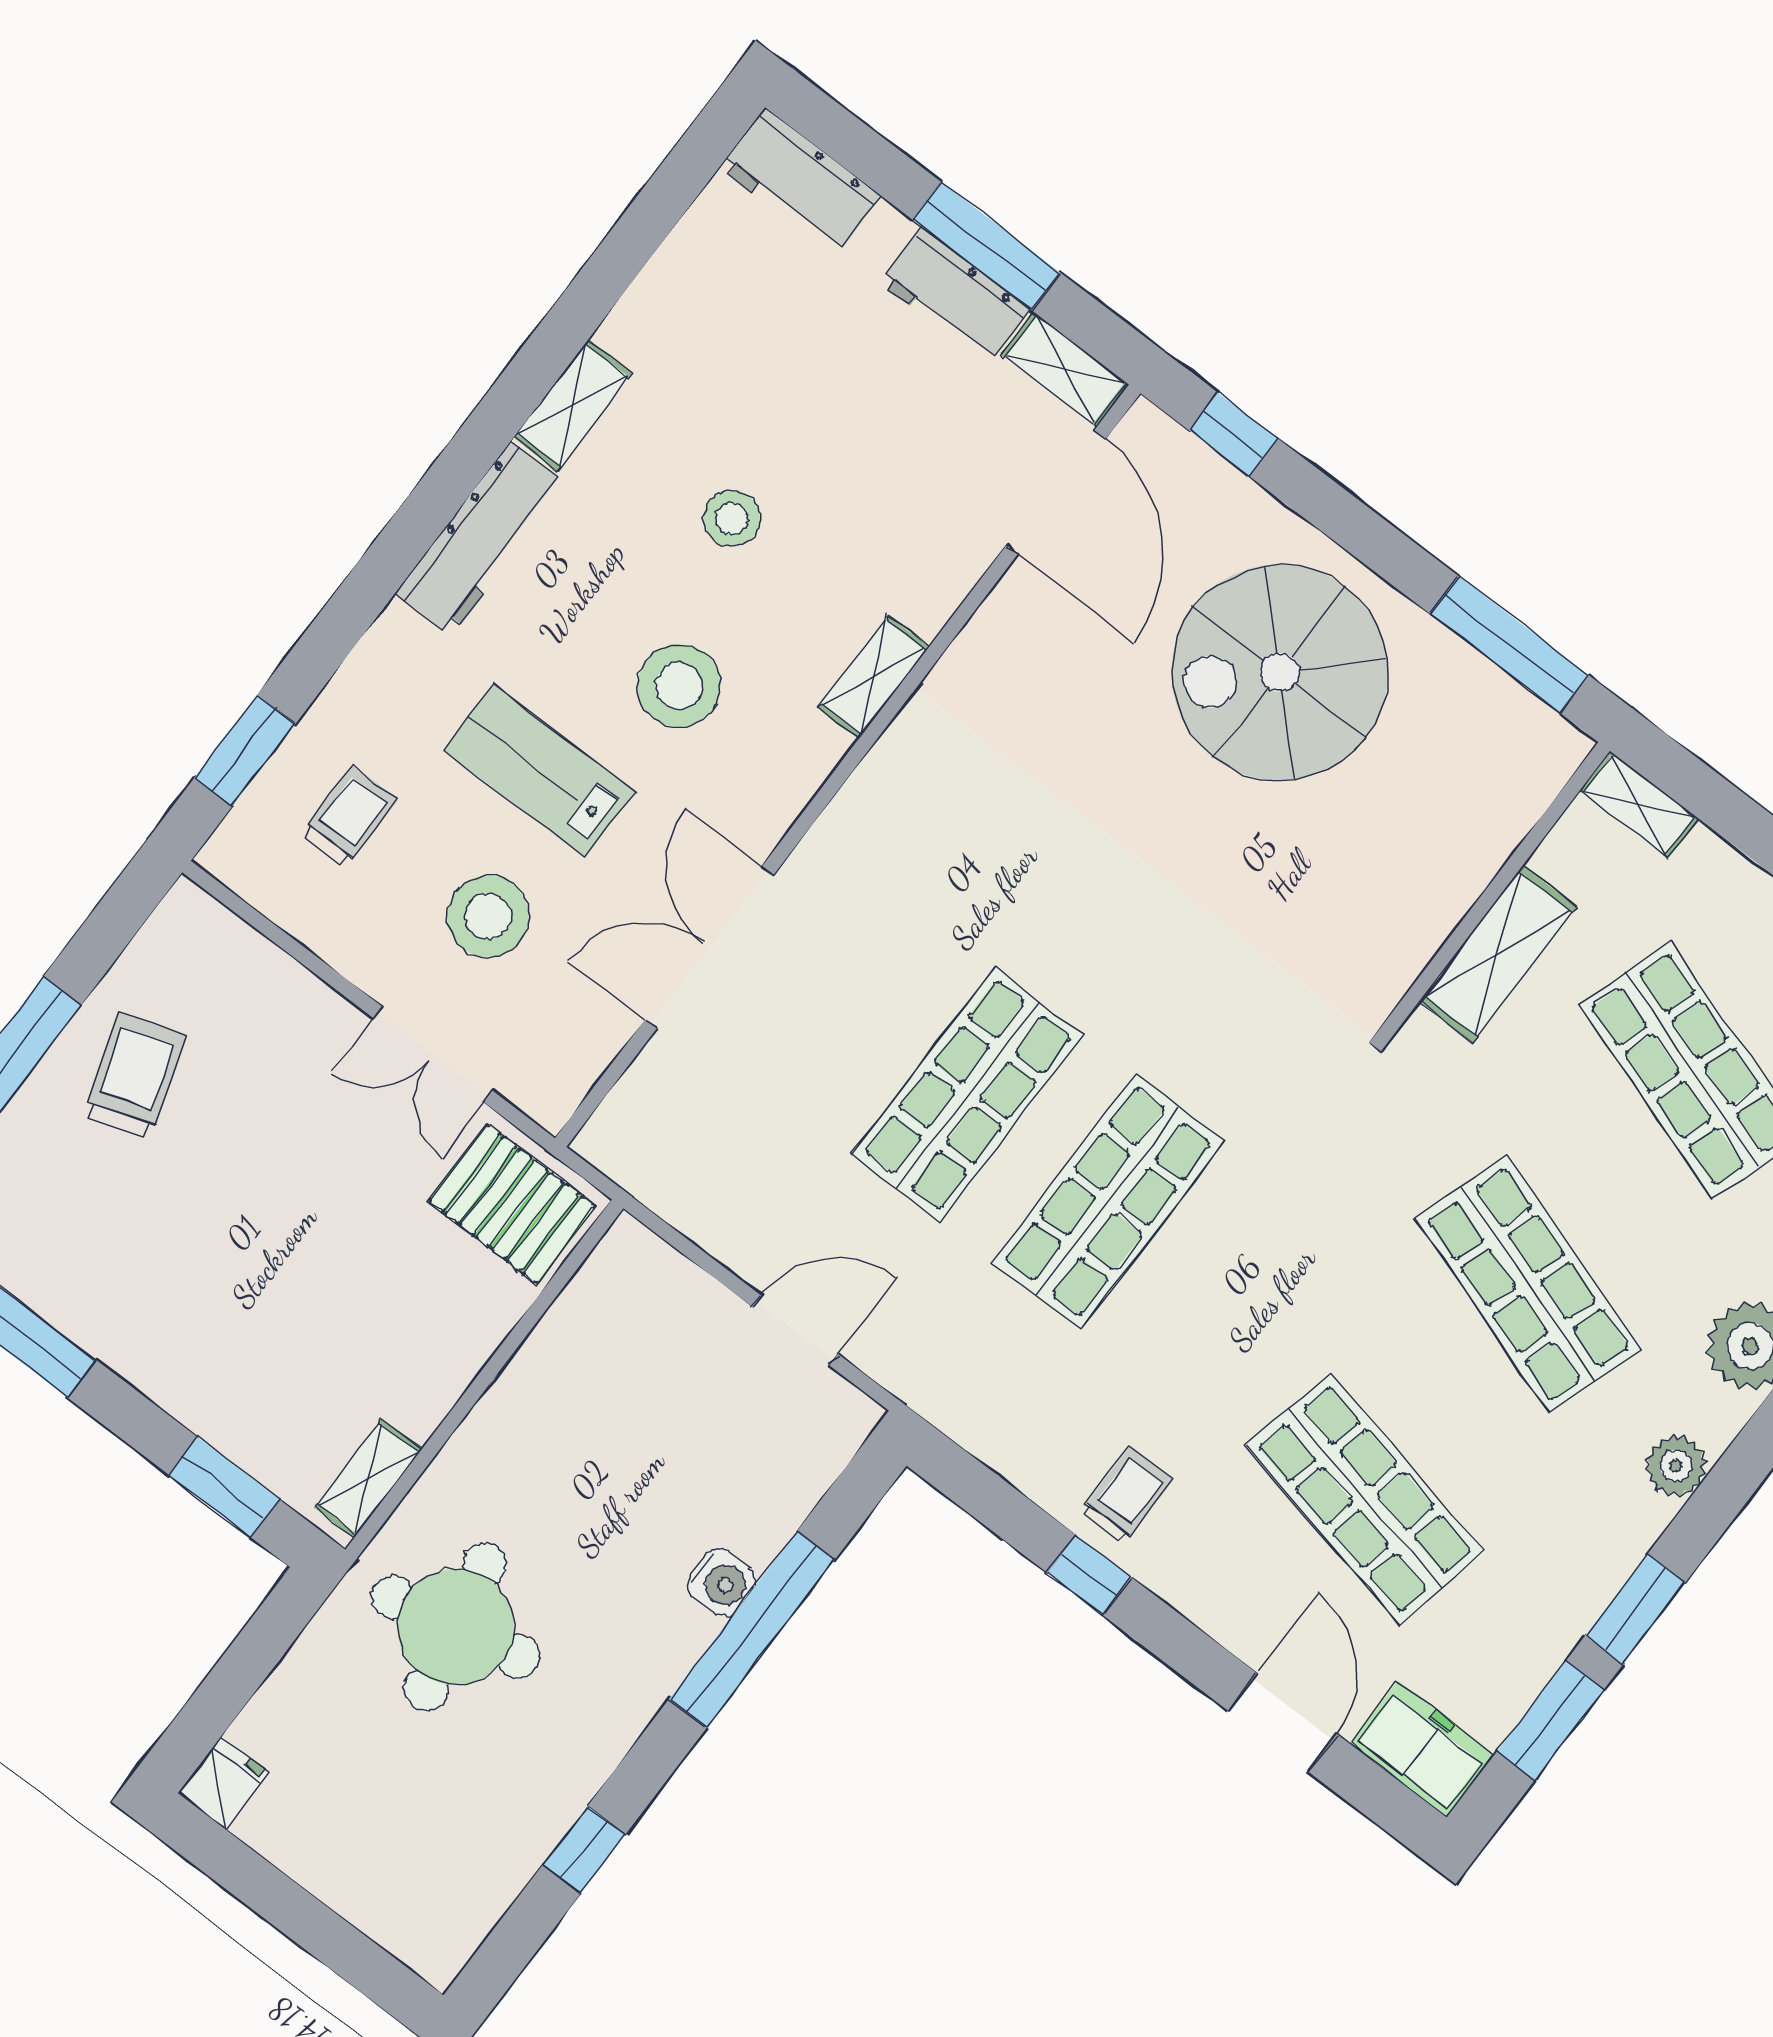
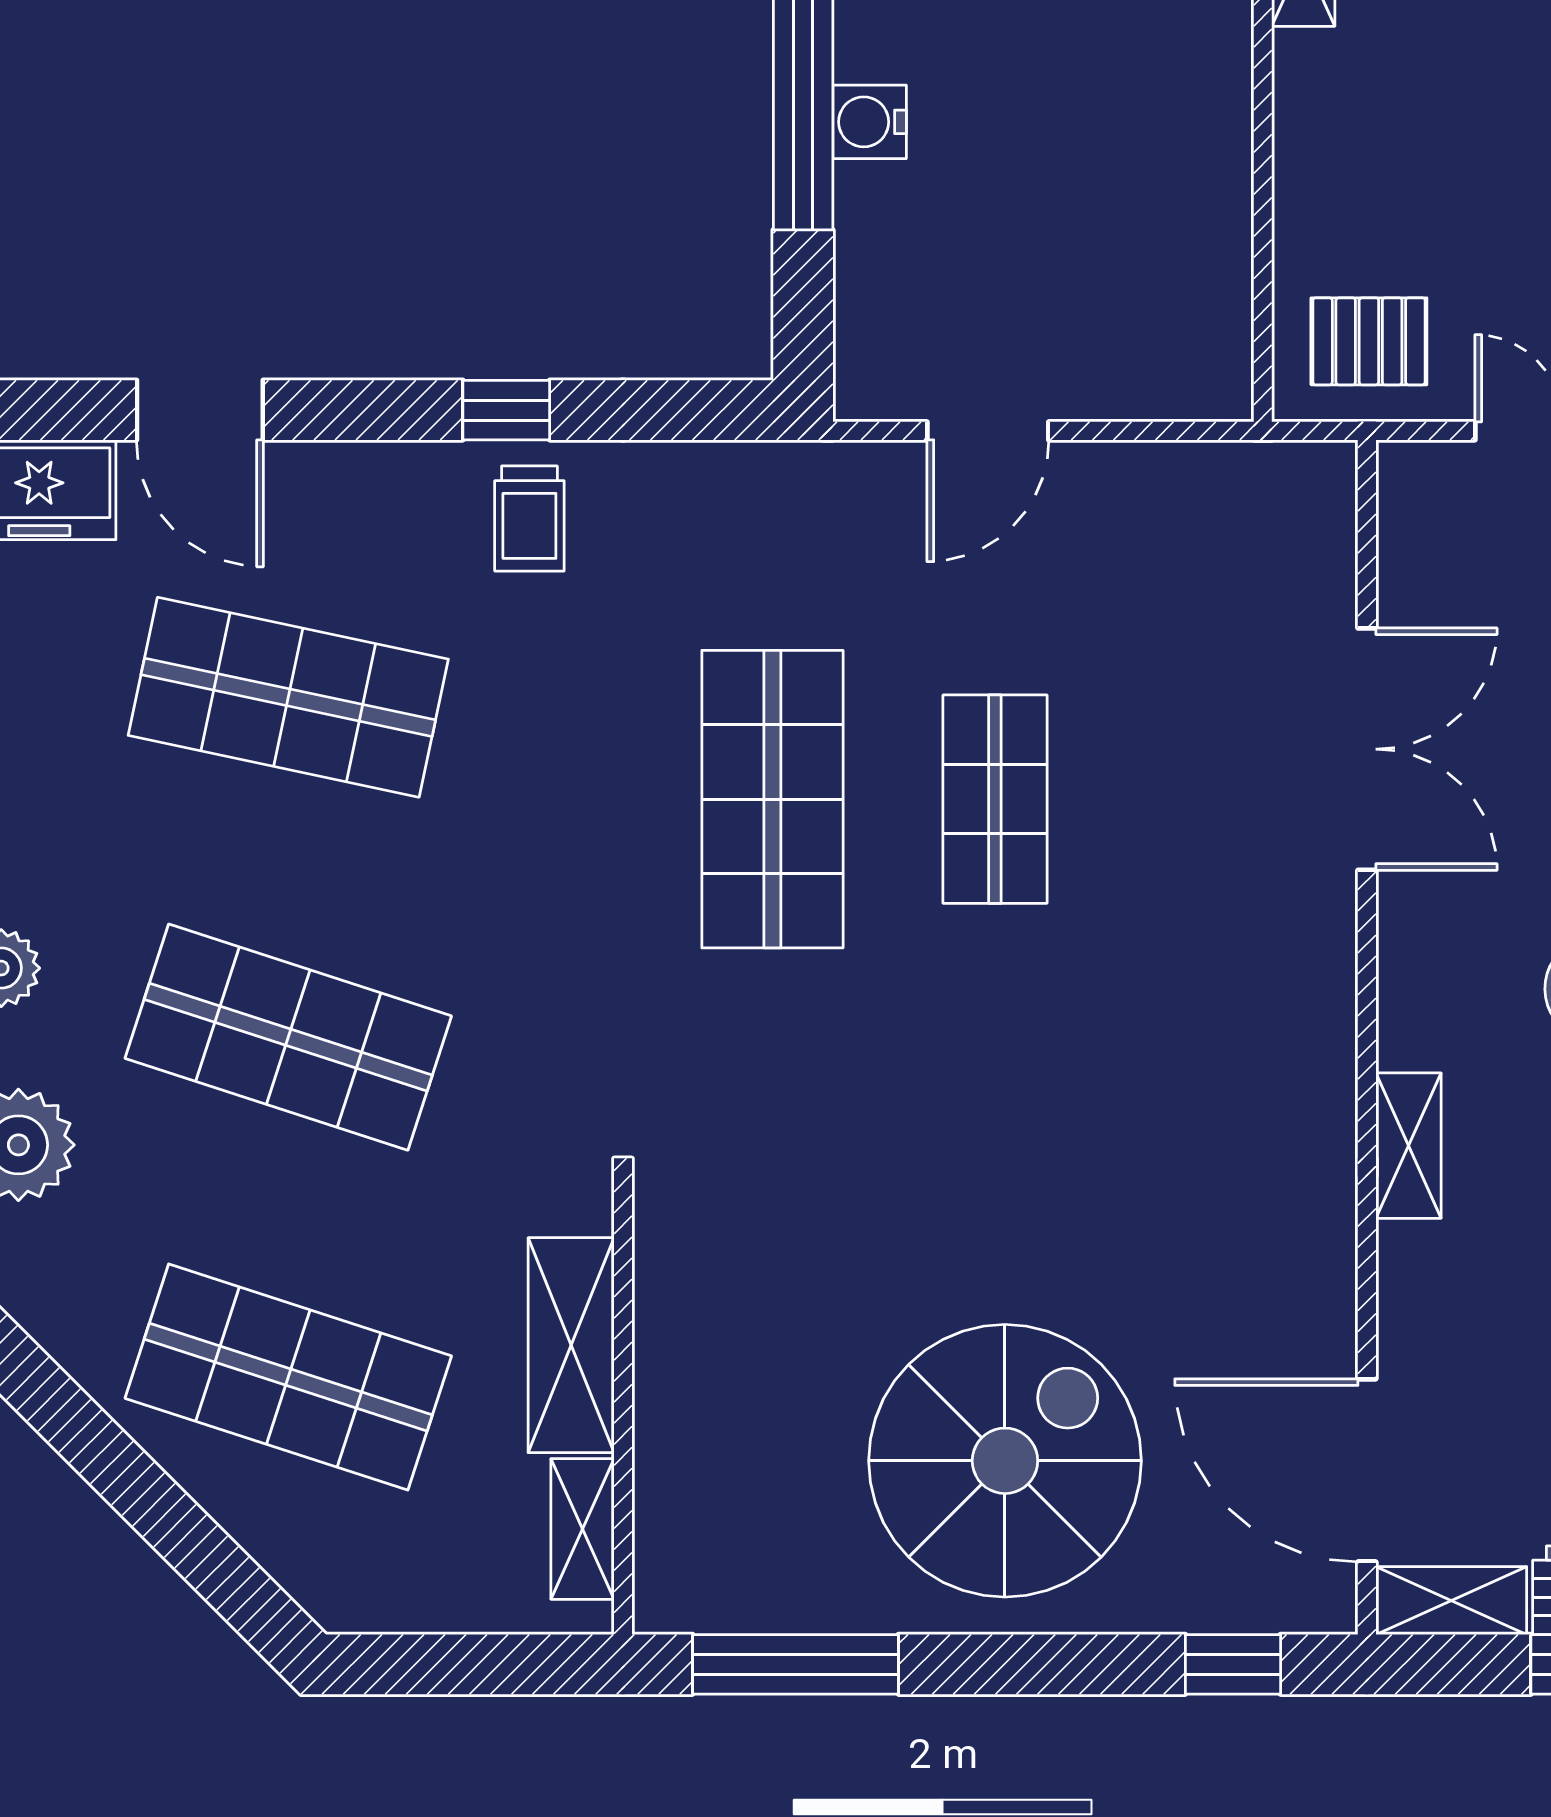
shelving: (1639, 804) -> (582, 1529), moved, turned 90
shop shelf: (968, 1095) -> (995, 799), width x0.70, depth x0.74
pallet: (512, 1204) -> (1369, 341), width x0.67, depth x0.71

